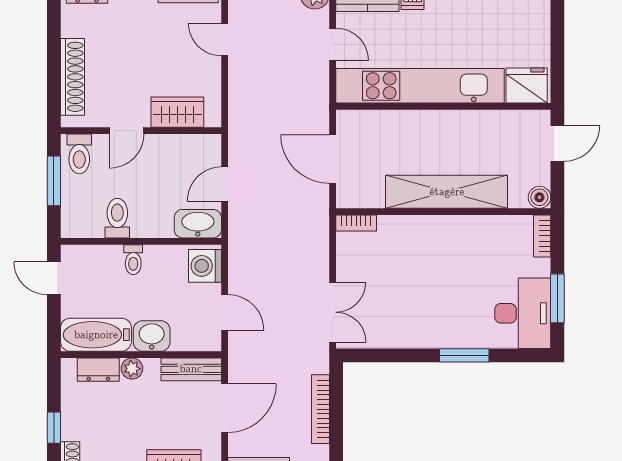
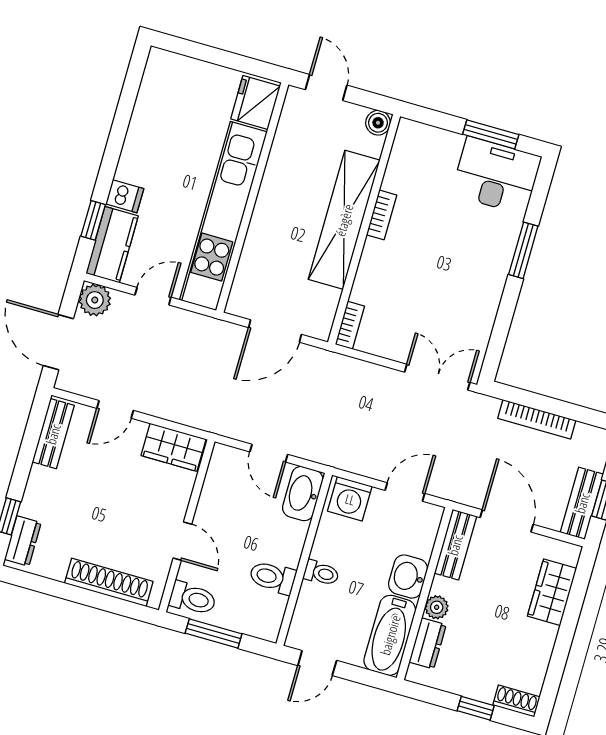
wardrobe: (177, 112) -> (174, 447), moved, turned -90
bookcase: (542, 236) -> (382, 215), moved, turned -90

